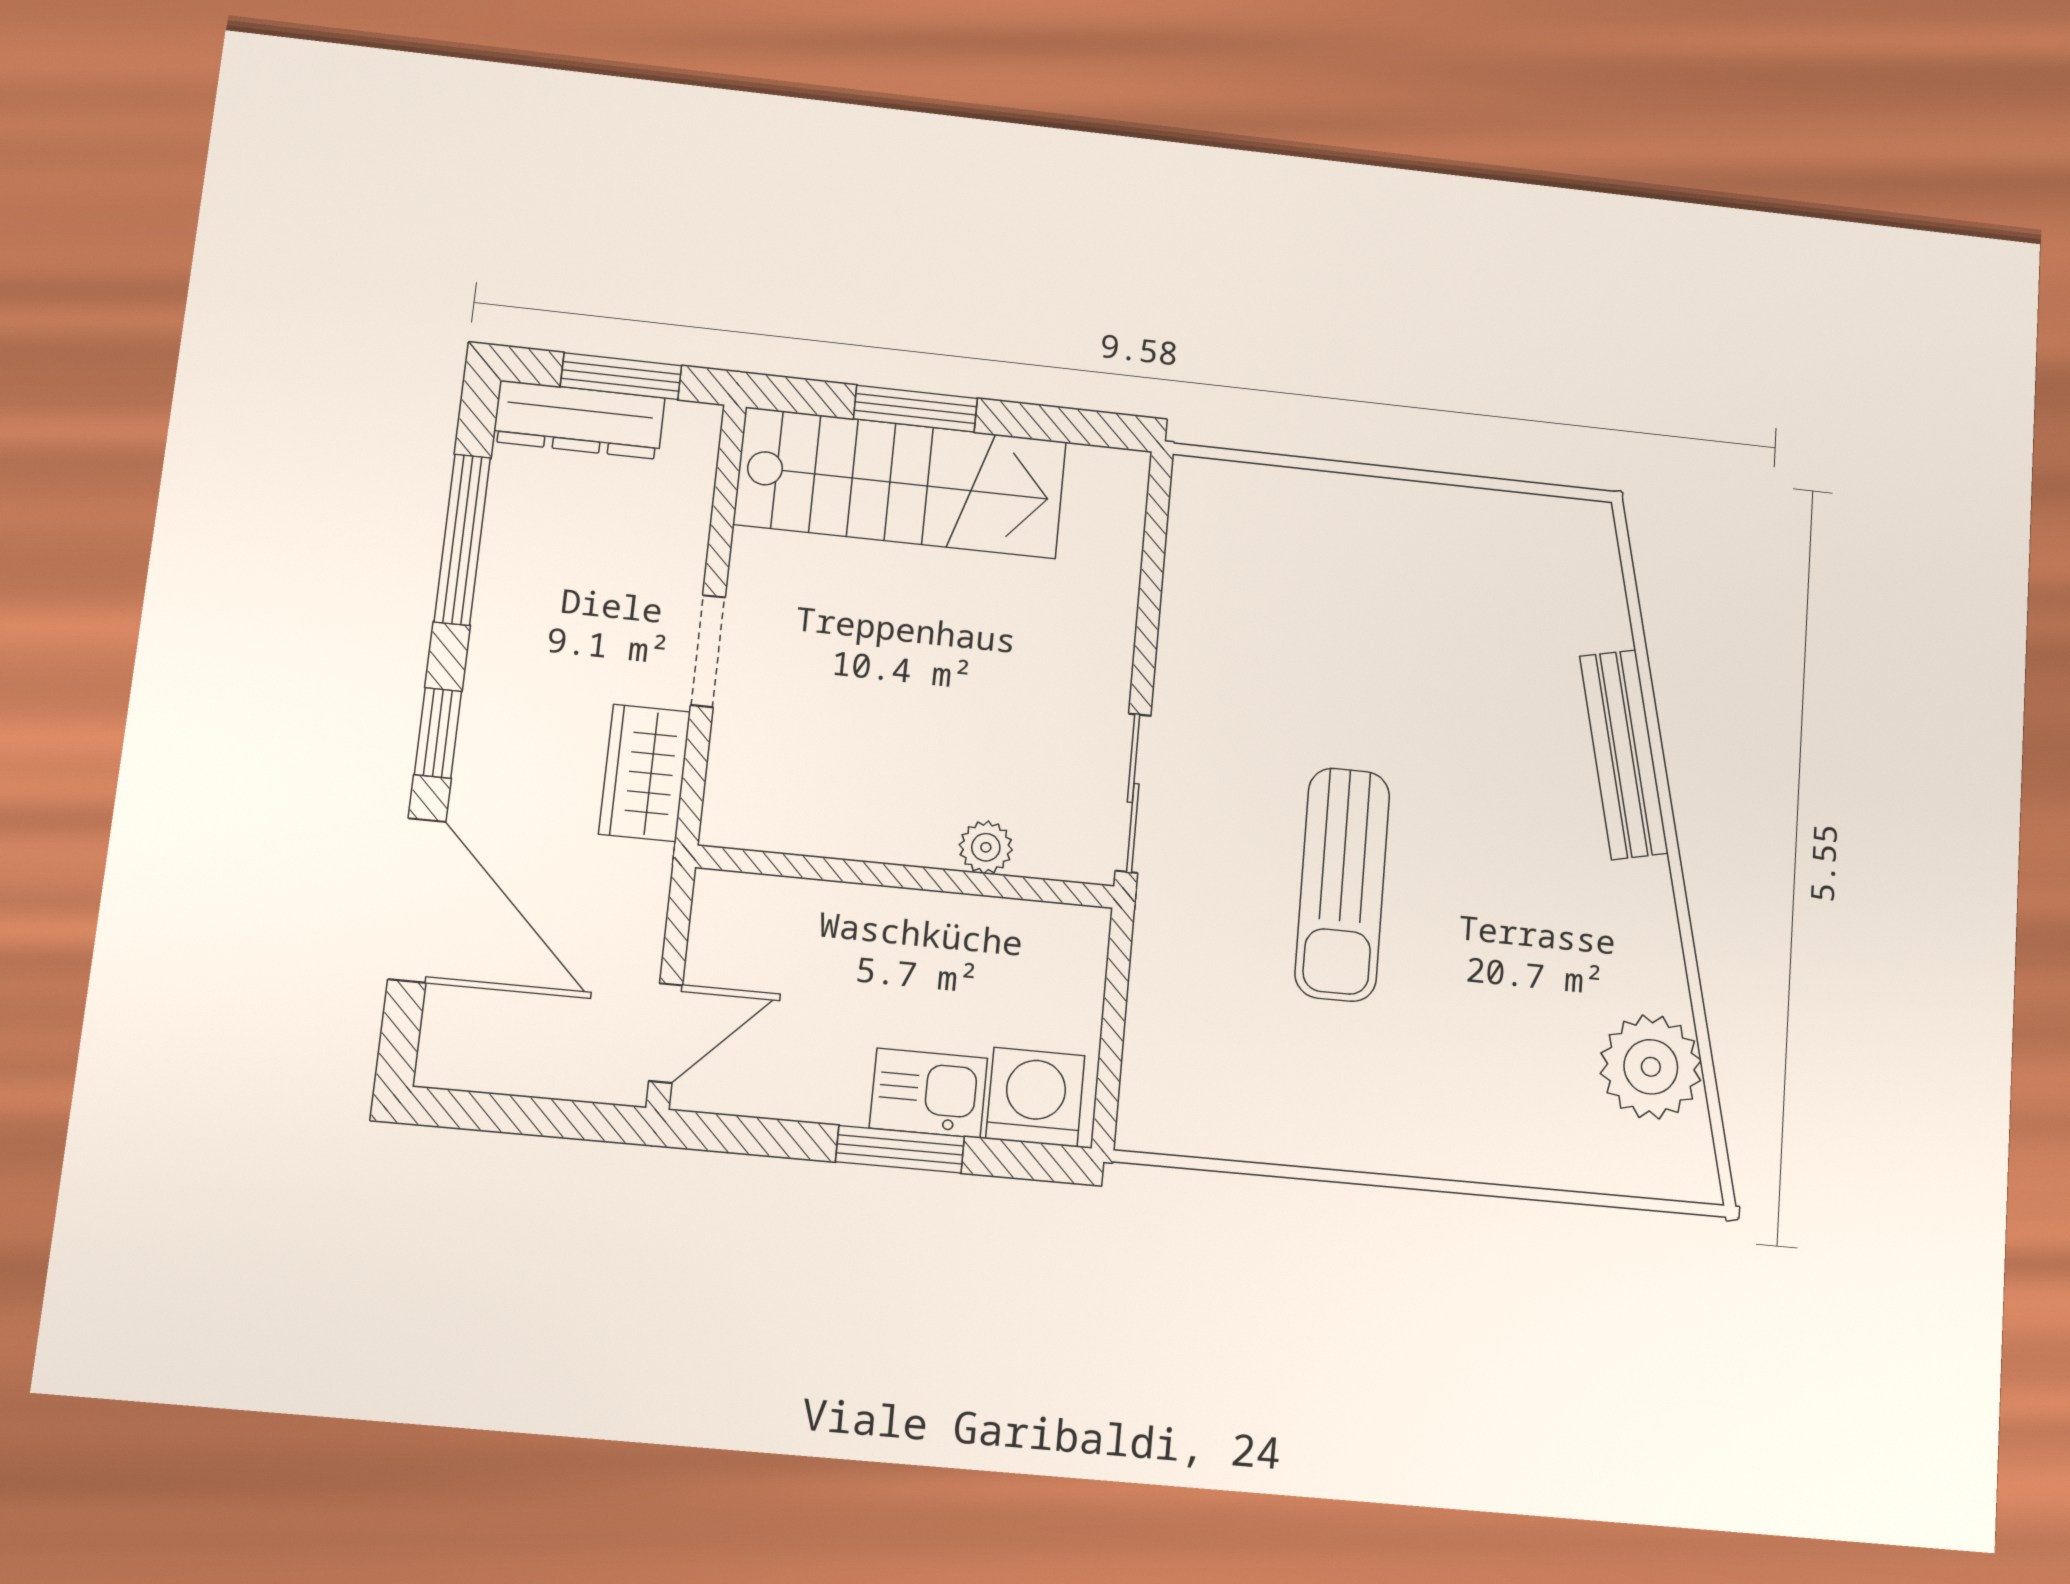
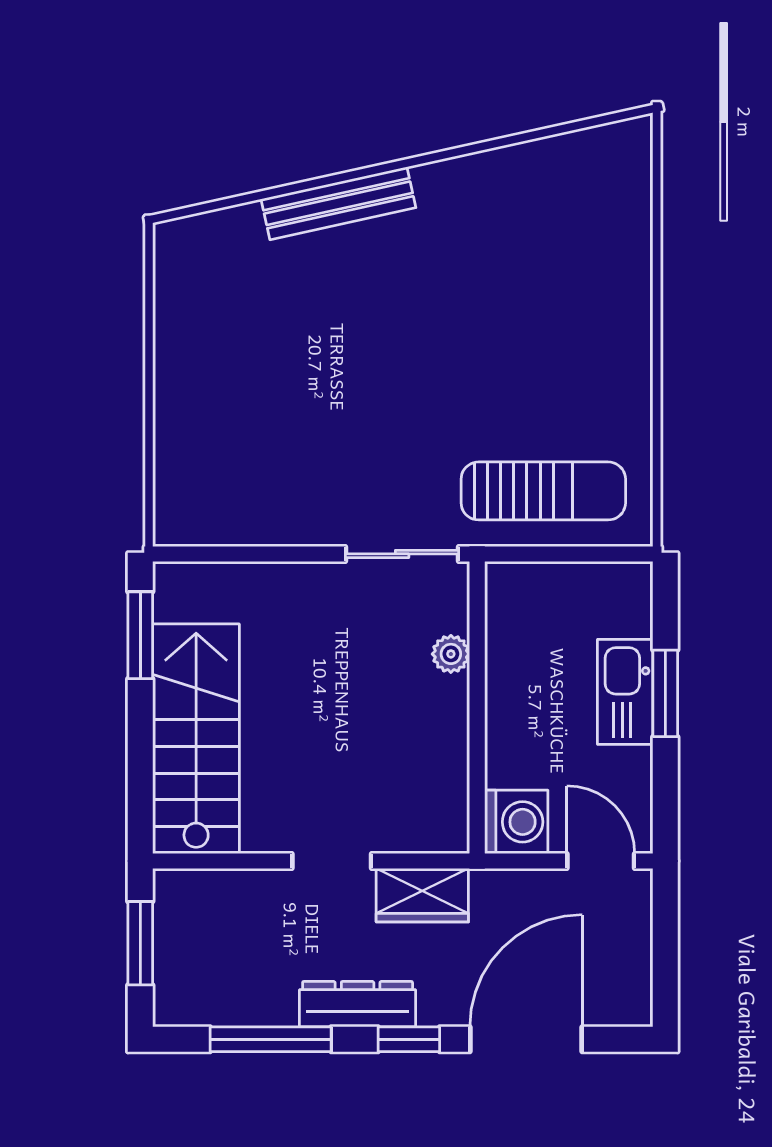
window: (915, 409) -> (140, 635), moved
dresser: (579, 420) -> (358, 1004), moved, turned -90
sun lounger: (1342, 884) -> (543, 491), moved
plant: (1651, 1067) -> (560, 171), removed
kitchen sink: (928, 1093) -> (625, 692), width x1.38
washing machine: (1035, 1097) -> (516, 822), moved, turned 180

